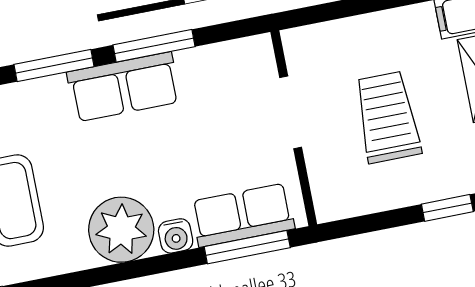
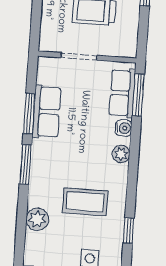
row of seats: (124, 87) -> (47, 112), moved
plant: (121, 230) -> (121, 154), width x0.53, depth x0.53

